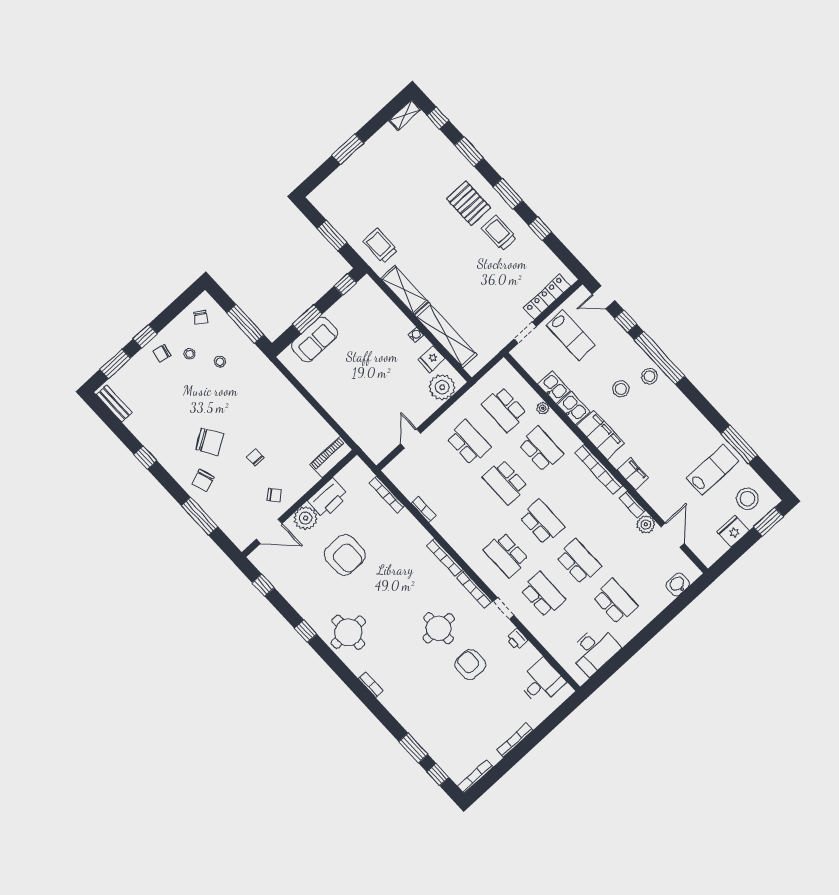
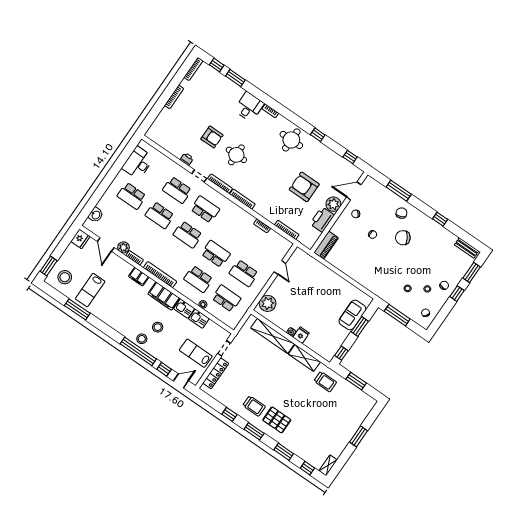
fridge: (432, 359) -> (301, 335), moved
fridge: (733, 531) -> (80, 239), moved
desk: (541, 682) -> (249, 107), moved, turned 180

